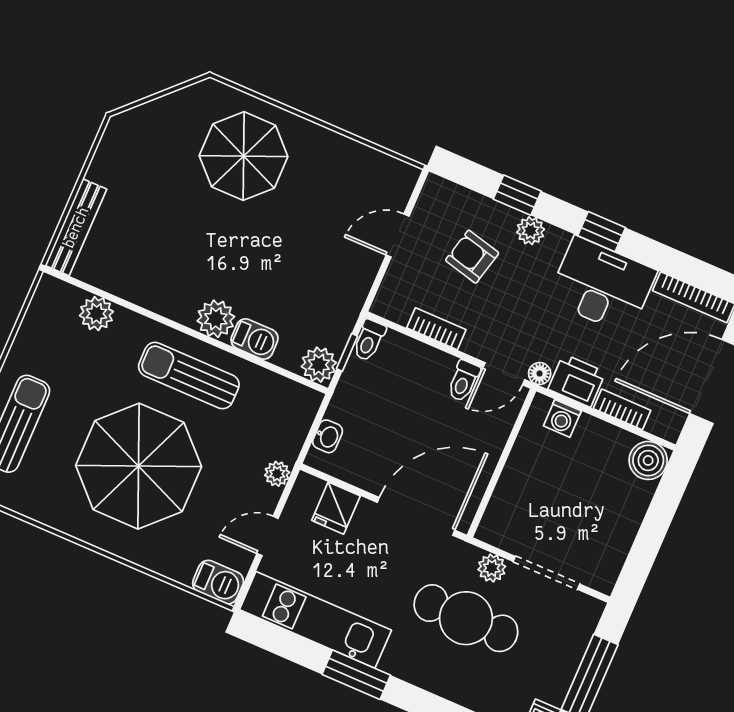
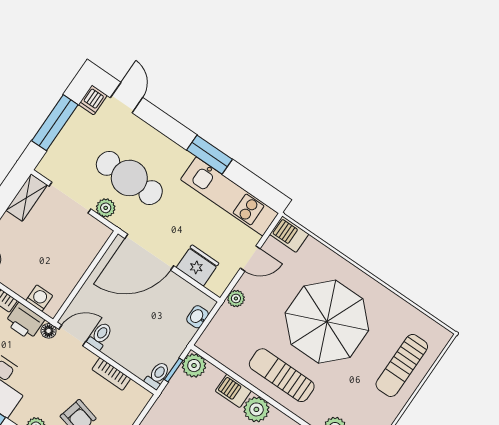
sun lounger: (189, 376) -> (282, 375), turned 180
fridge: (336, 508) -> (198, 265), width x1.38
shelving: (609, 561) -> (27, 198), added

